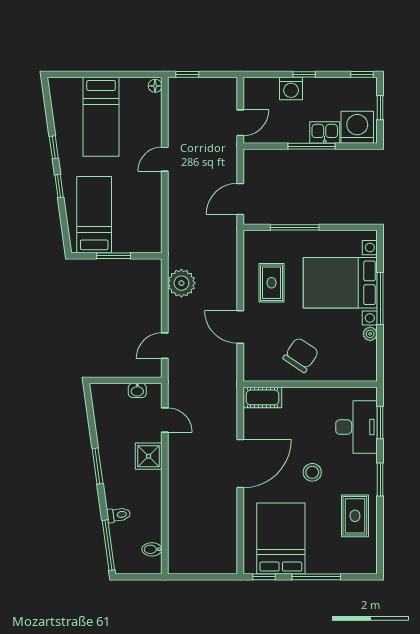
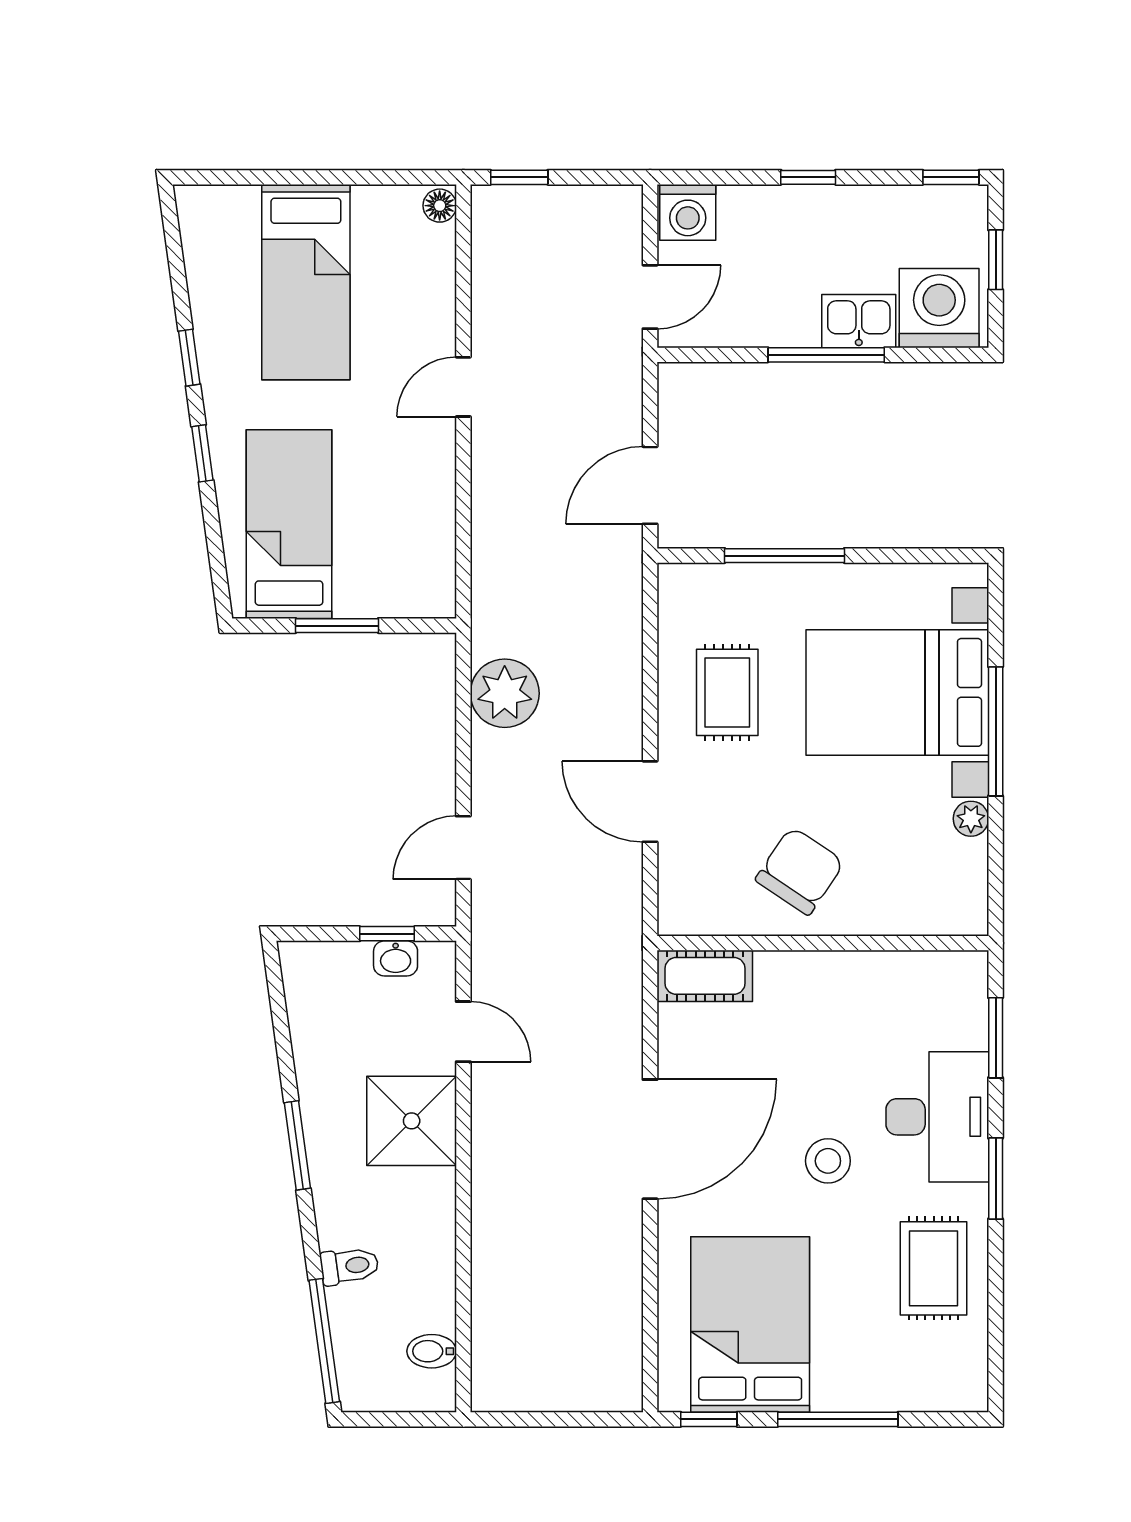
washing machine: (291, 88) -> (688, 212), moved
window: (134, 380) -> (387, 934), added
desk: (356, 427) -> (937, 1117), moved
shower: (149, 456) -> (412, 1121), width x1.36, depth x1.36

